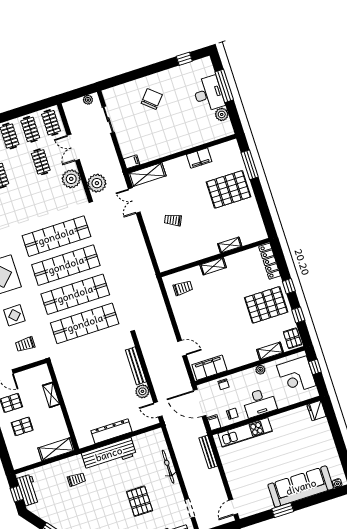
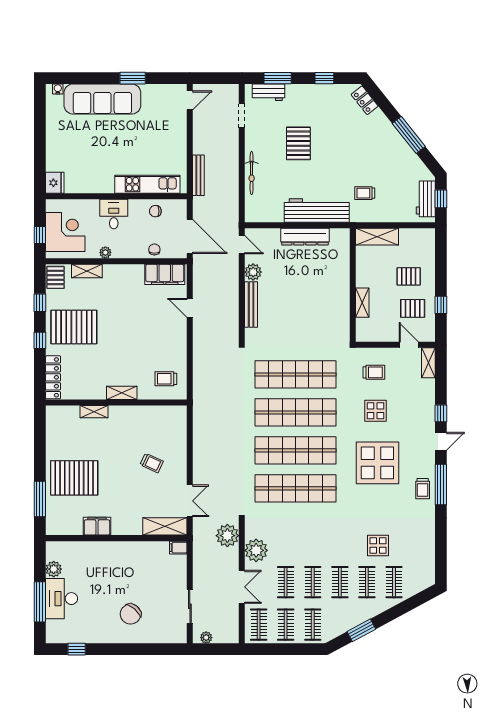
clothes rail: (20, 169) -> (313, 582), added
desk: (260, 403) -> (114, 214), width x0.73
filing cabinet: (214, 423) -> (181, 208), removed

